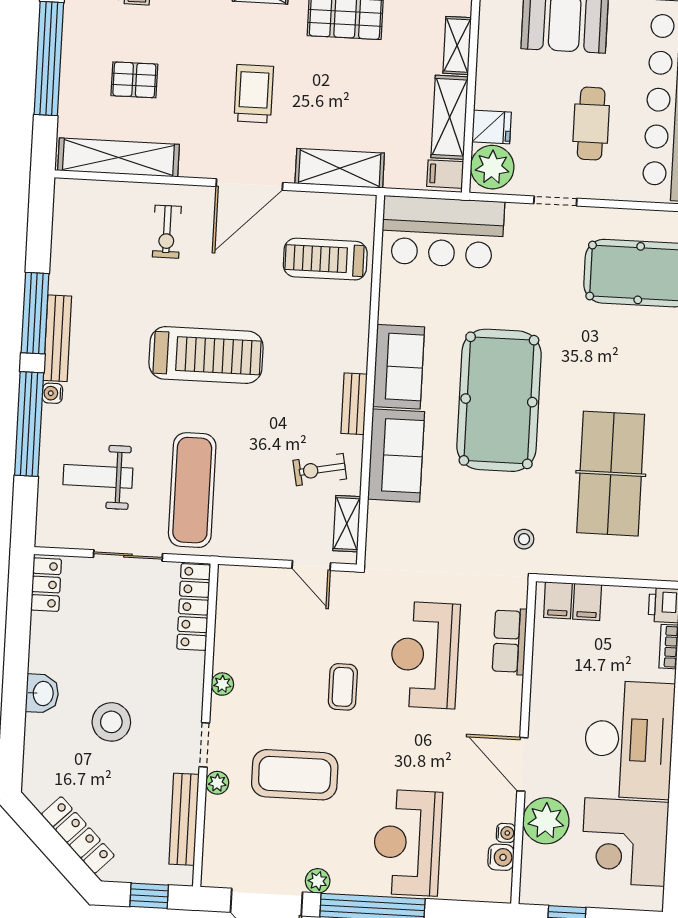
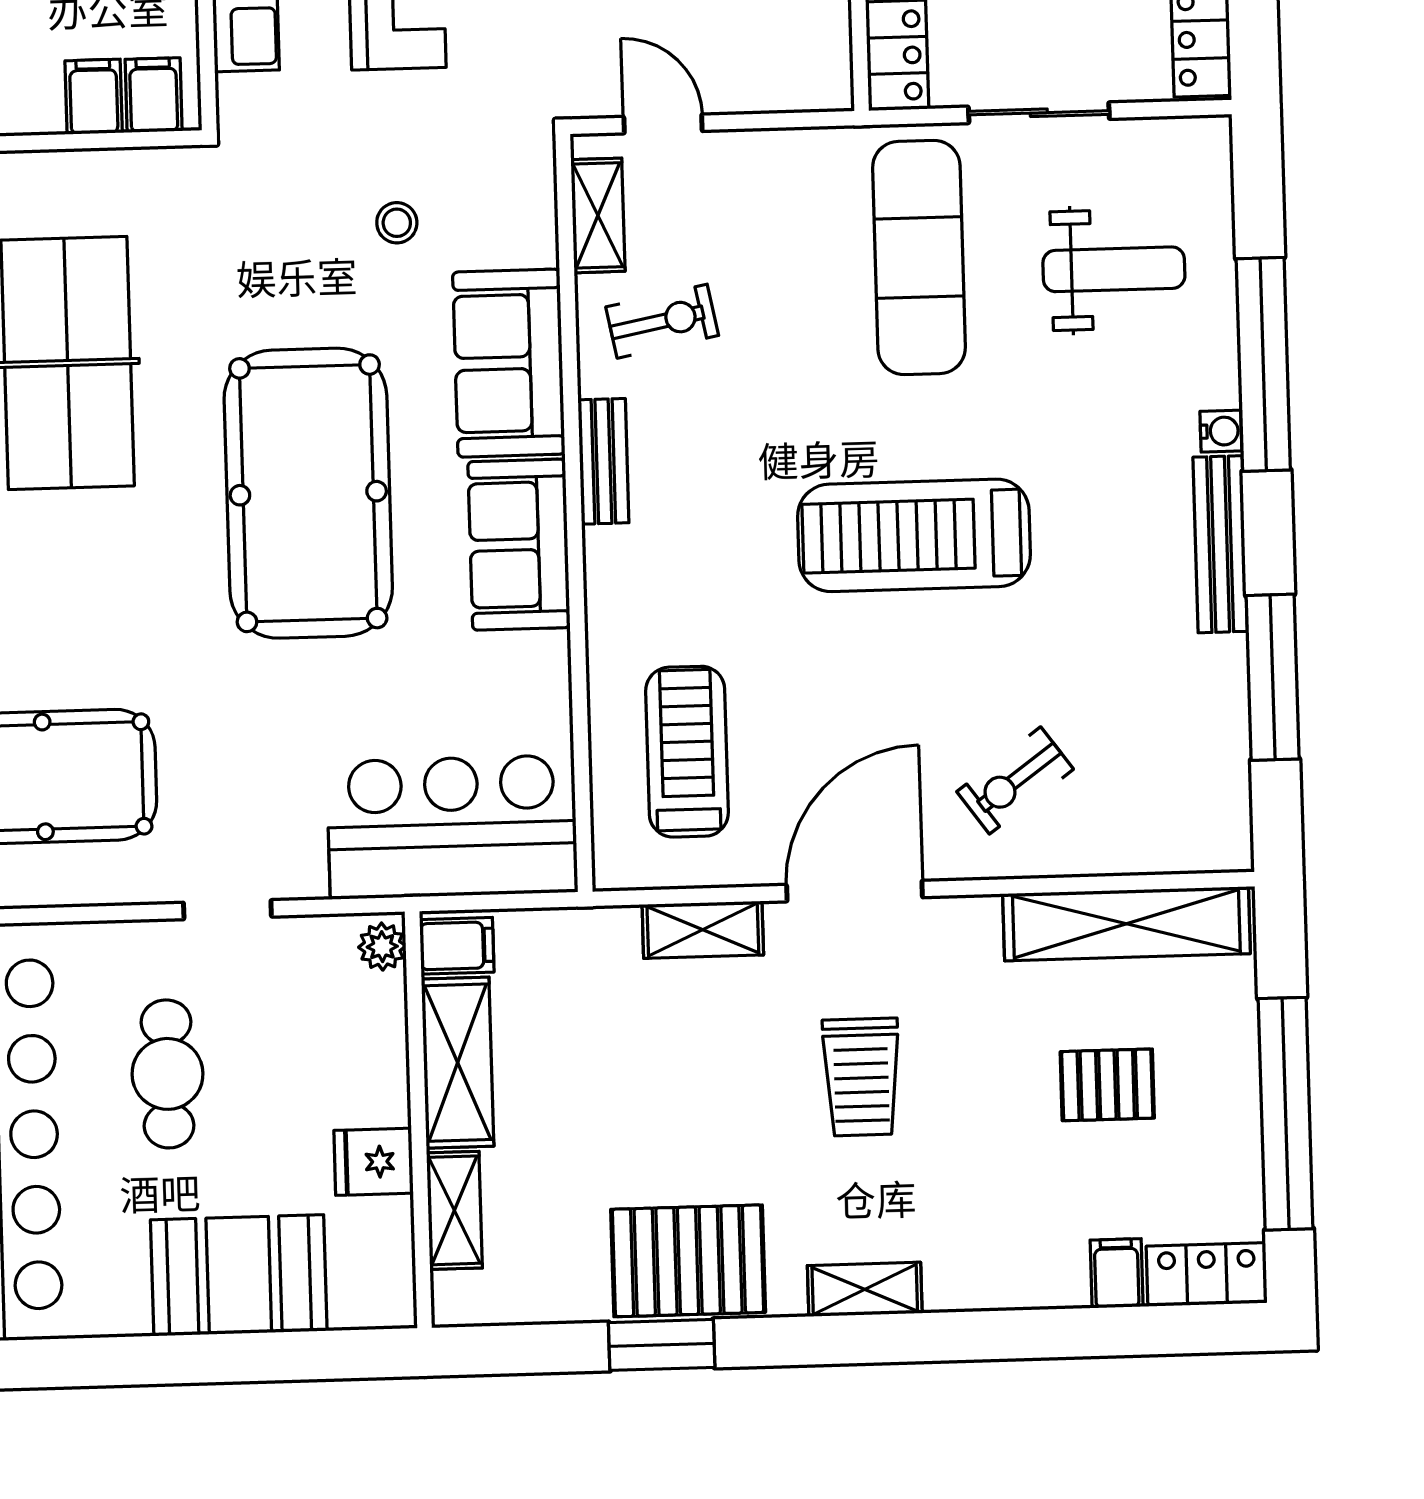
fridge: (492, 127) -> (374, 1162), moved
plant: (492, 167) -> (382, 947), width x0.53, depth x0.53
shelving: (340, 168) -> (703, 930), width x0.67, depth x0.75
exercise bike: (167, 232) -> (1015, 780), turned -126
treadmill: (325, 259) -> (687, 752), turned -90
window: (35, 313) -> (1273, 677), moved
stool: (524, 539) -> (397, 223), moved

